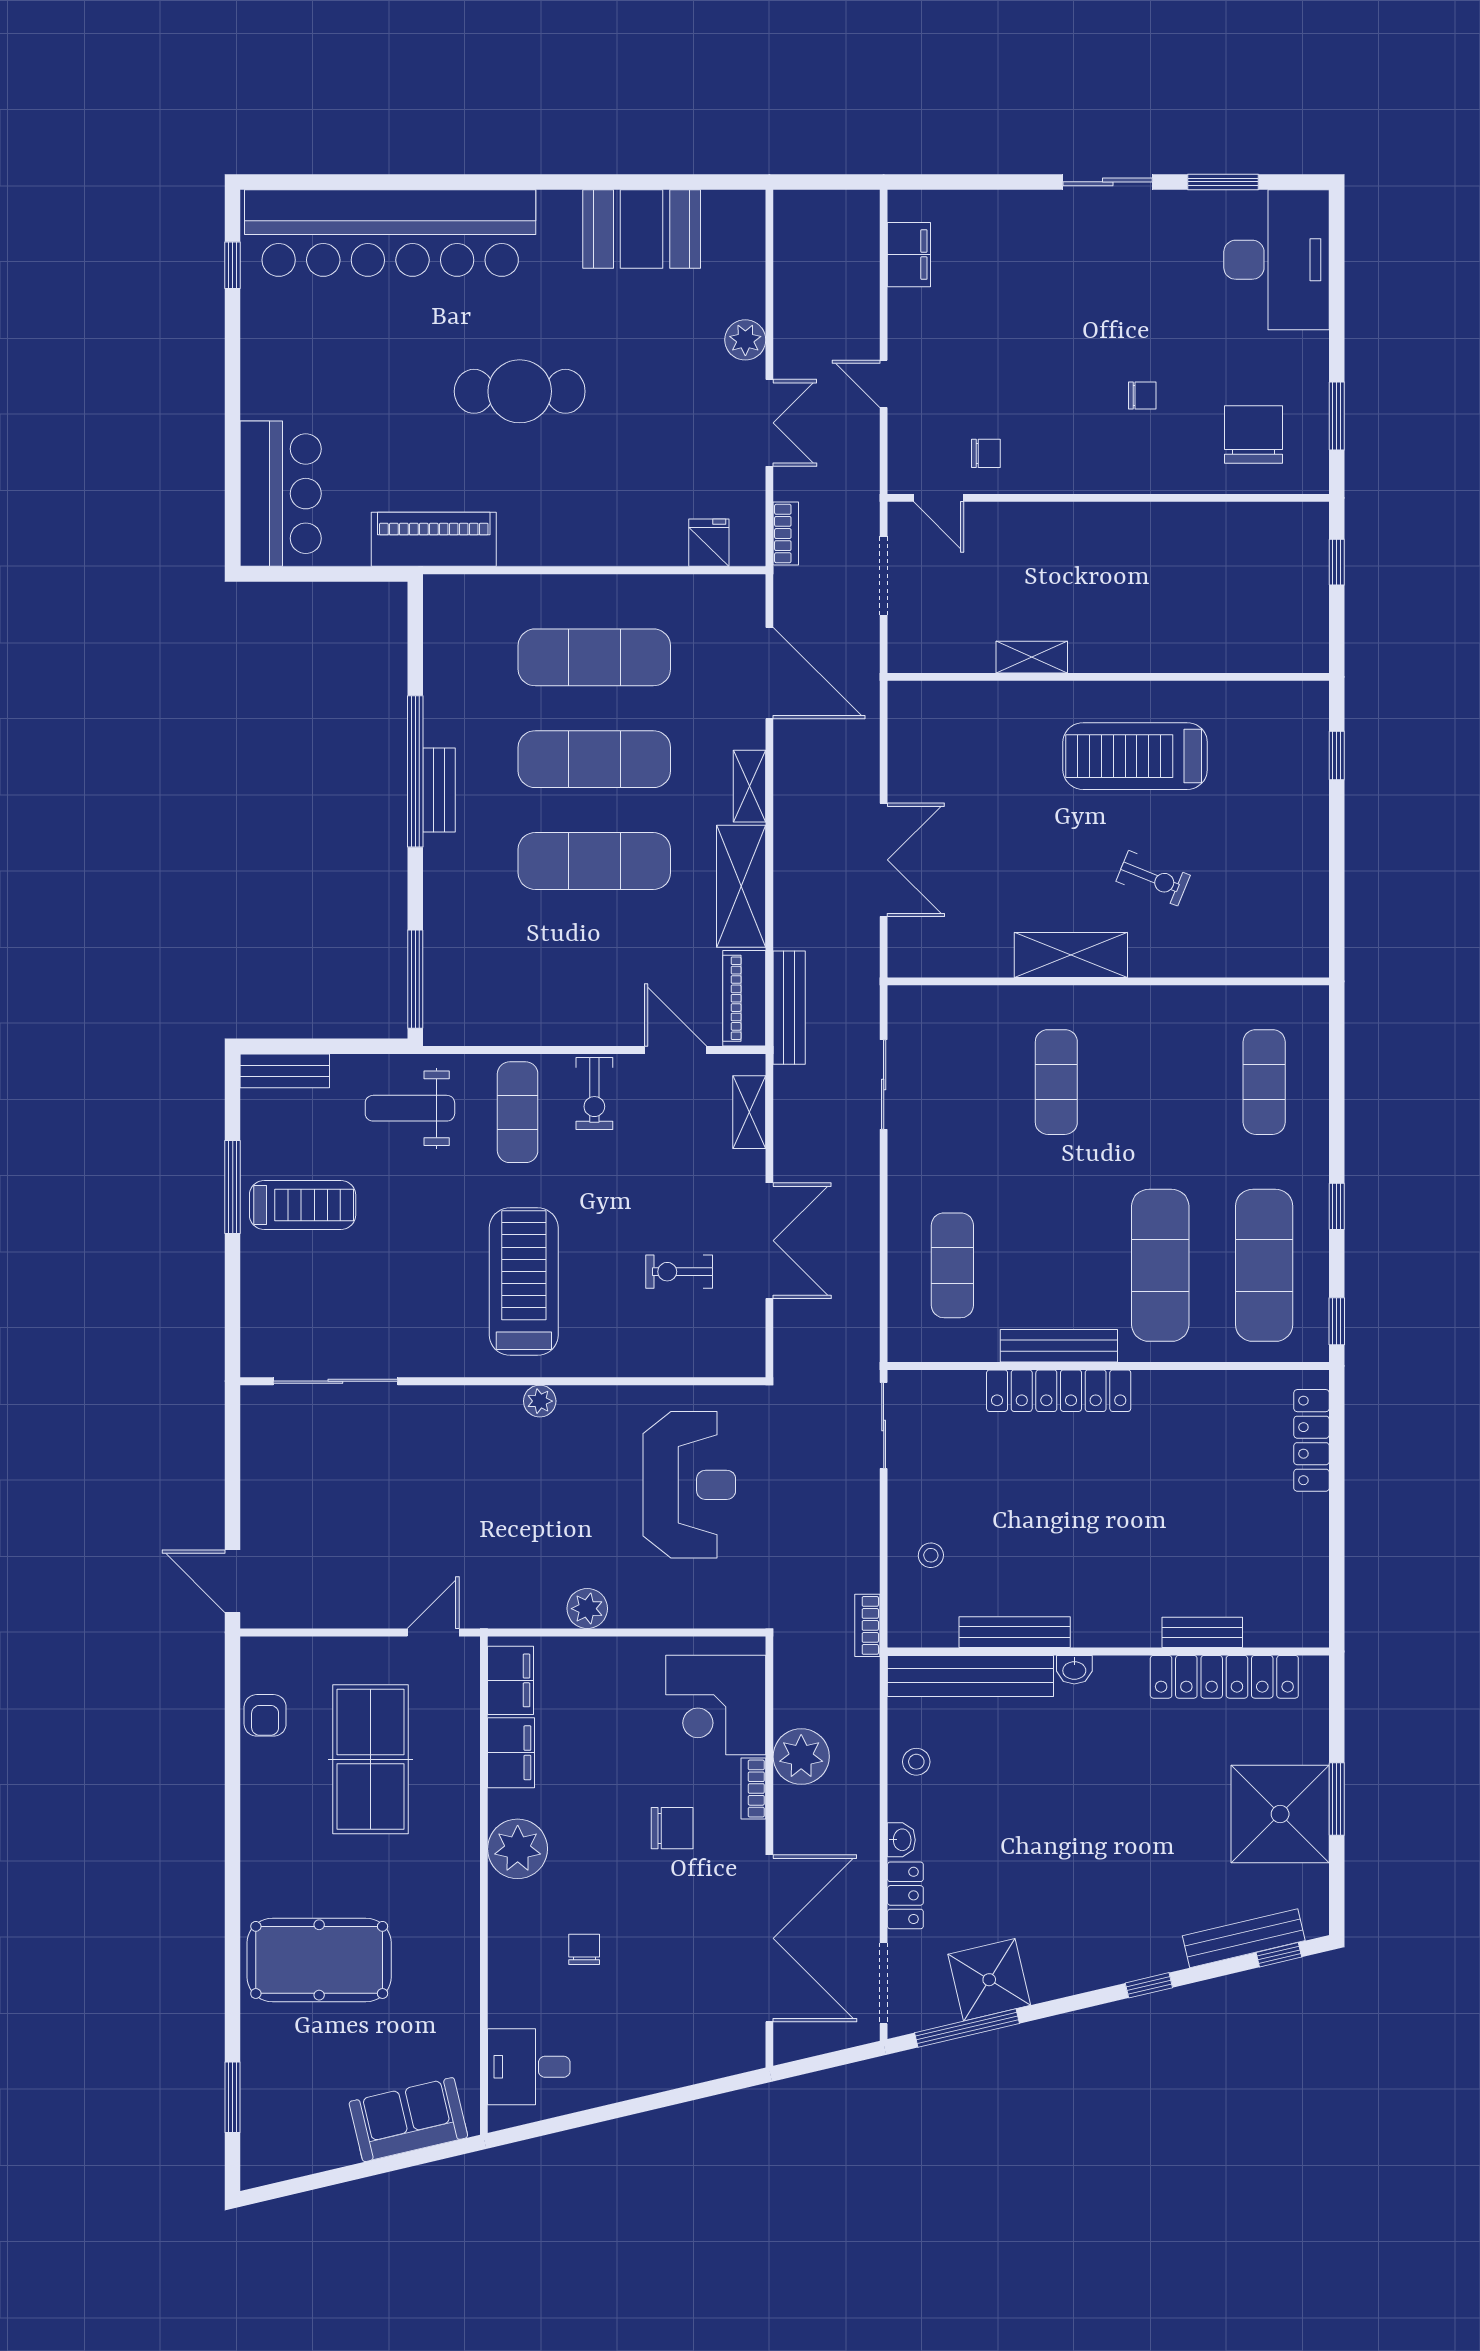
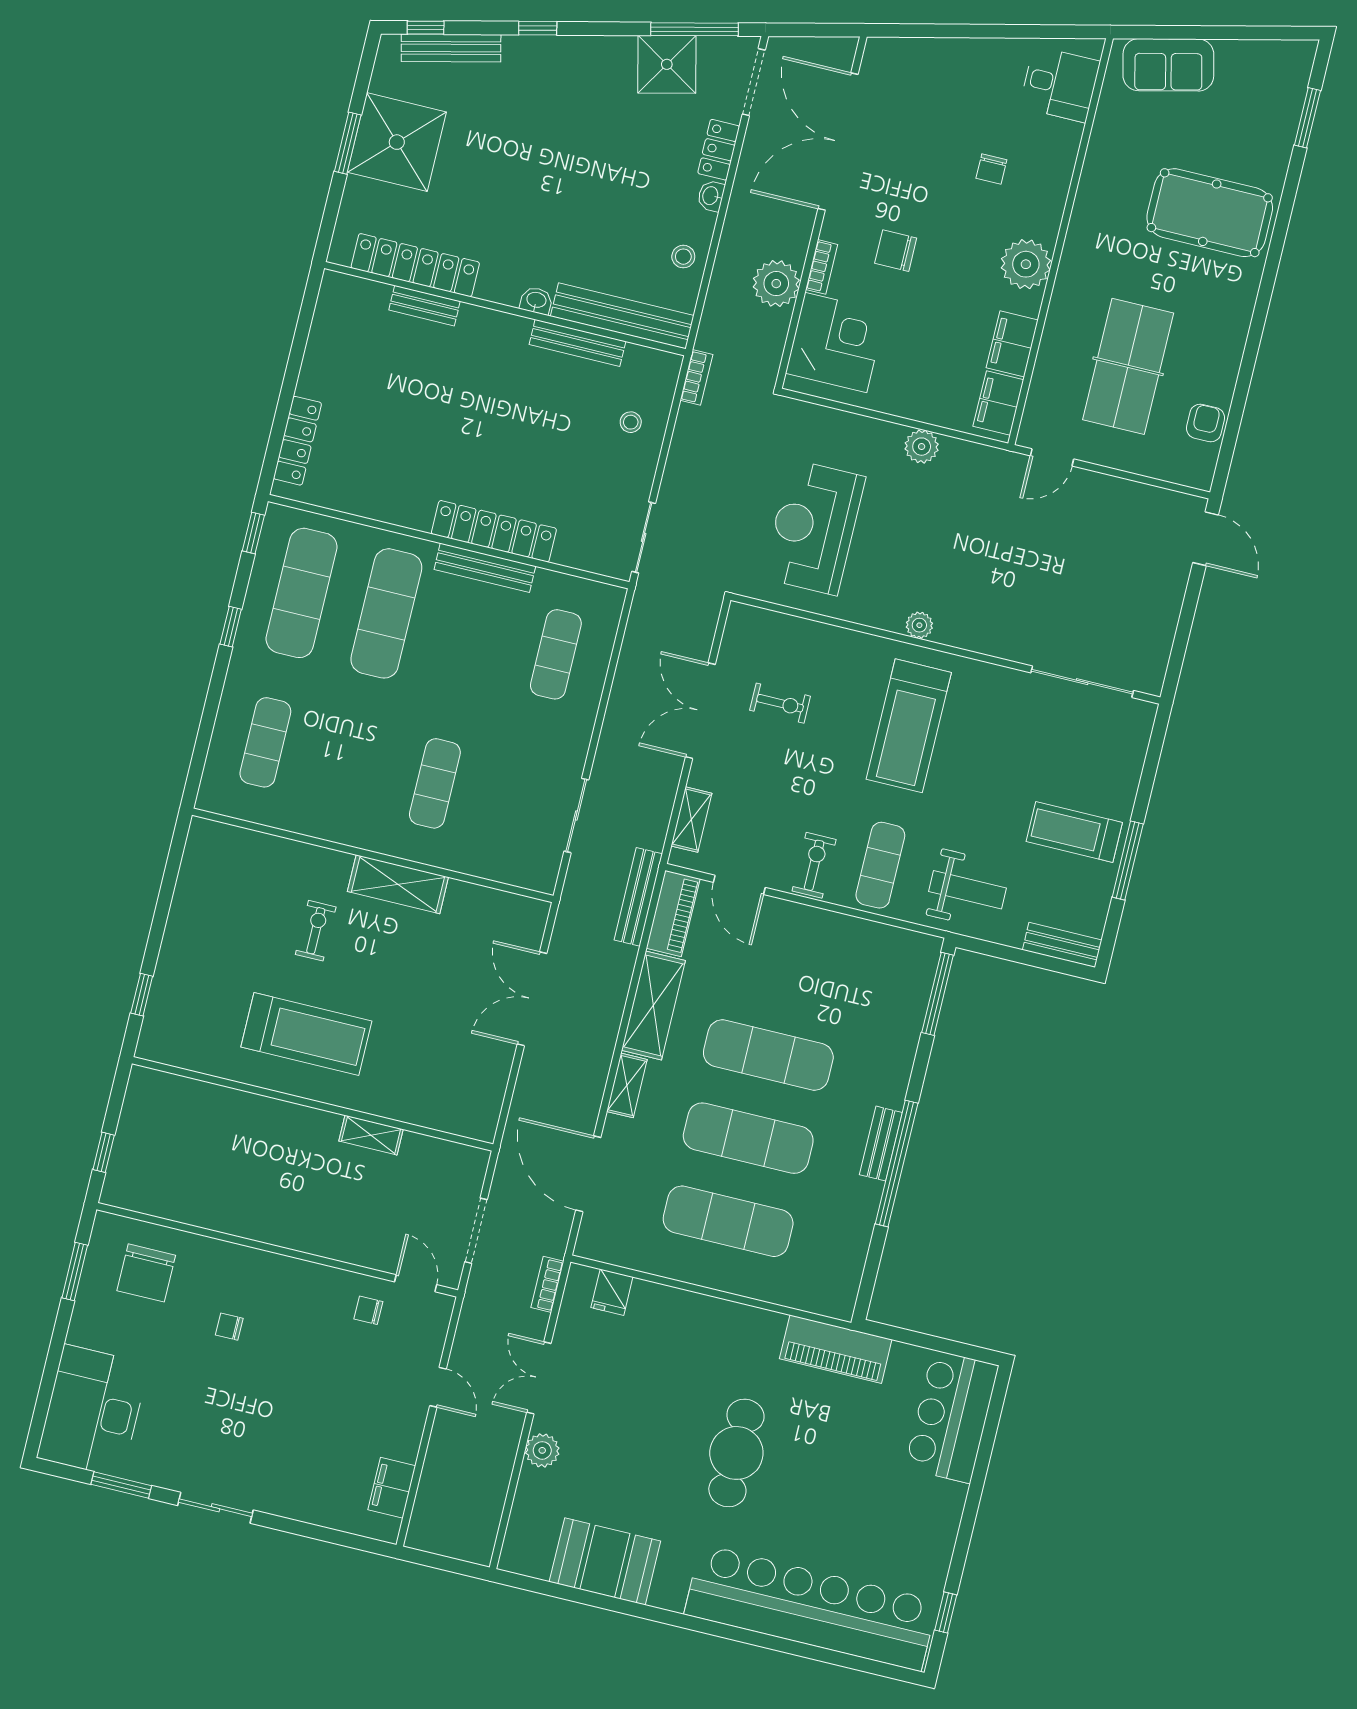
cafe table: (520, 391) -> (736, 1453), turned 90
exercise bike: (1153, 878) -> (316, 931), turned 68

